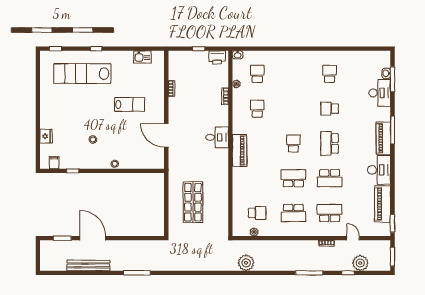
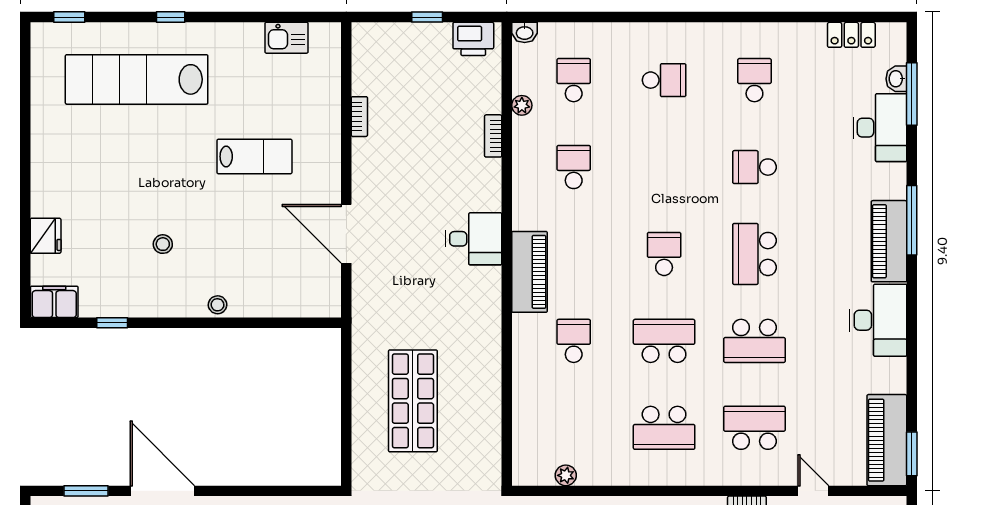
locker: (368, 56) -> (851, 35), added
school desk: (293, 74) -> (664, 80), added
filing cabinet: (54, 163) -> (54, 302), width x2.00
piano: (383, 204) -> (887, 440), moved
school desk: (257, 213) -> (574, 341), moved, turned -90

